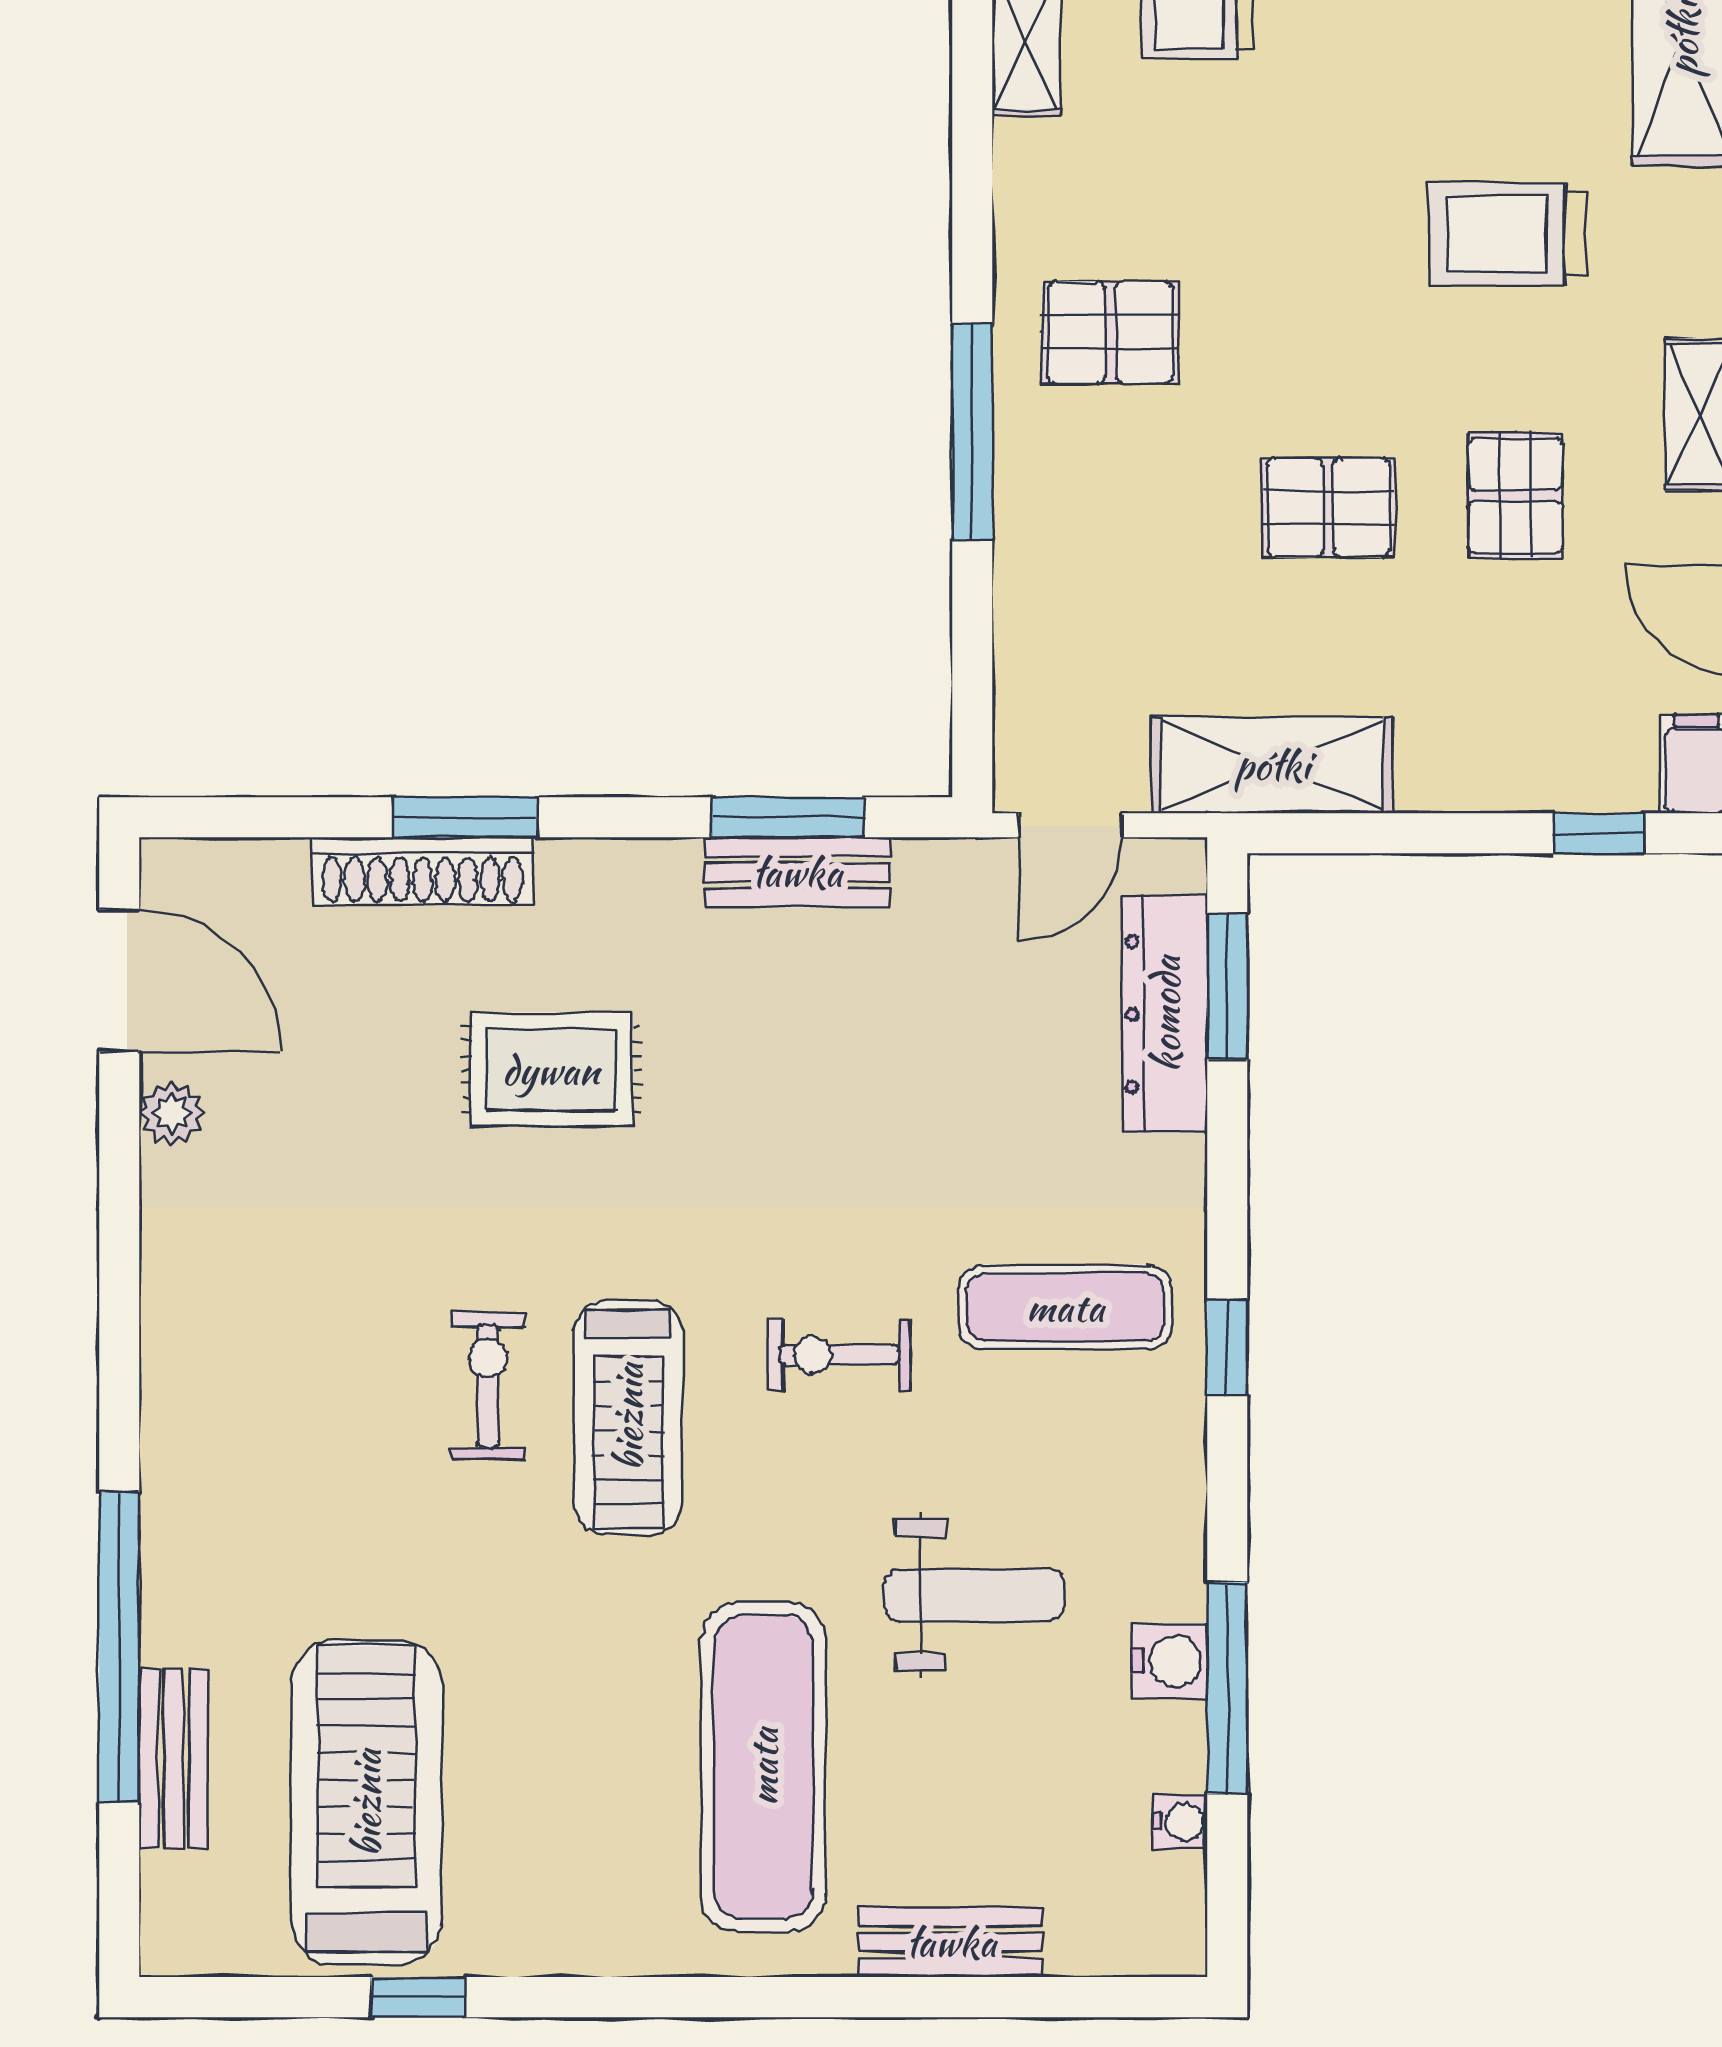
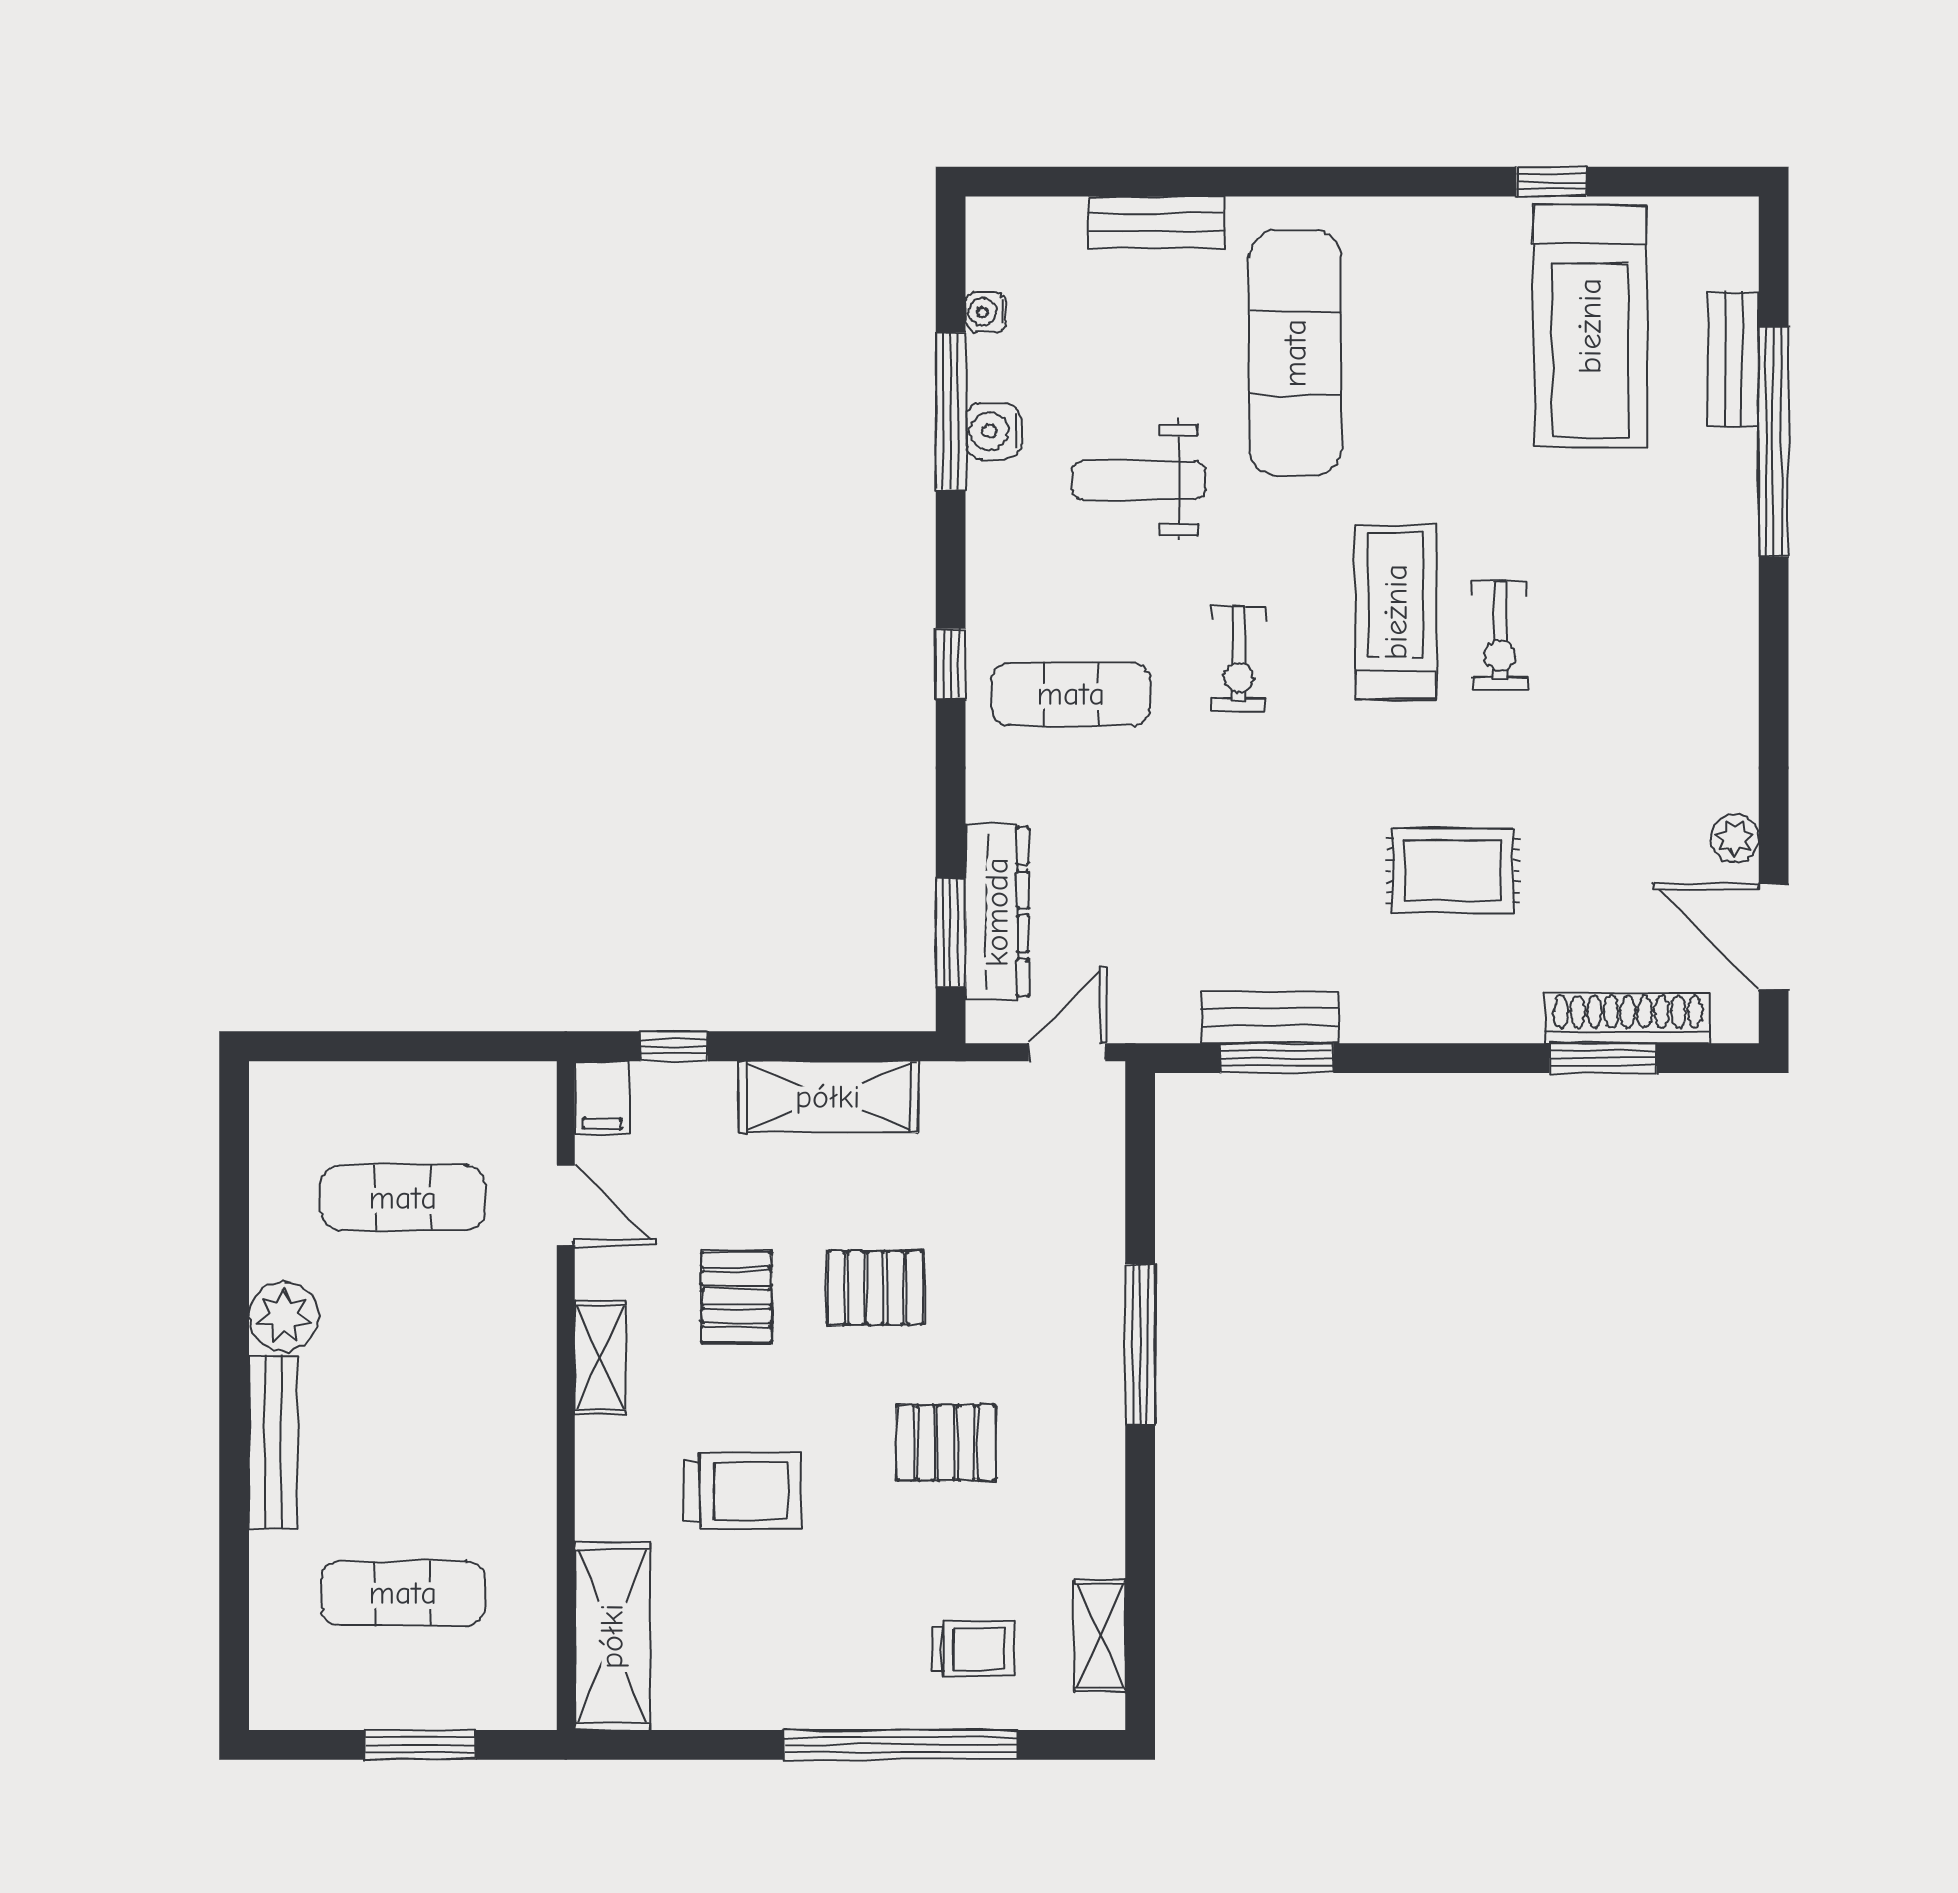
pallet: (1110, 332) -> (946, 1443), moved
shelving: (1272, 765) -> (828, 1097), moved
window: (465, 817) -> (1603, 1058), moved
shoe rack: (423, 871) -> (1628, 1018), moved
exercise bike: (839, 1355) -> (1239, 659), turned 90

